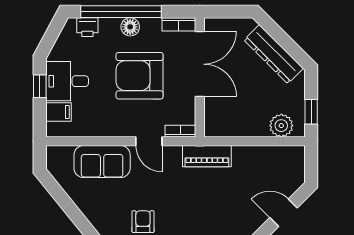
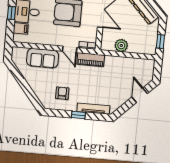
plant: (281, 126) -> (121, 45), moved
piano: (207, 156) -> (91, 60), moved
door: (284, 213) -> (140, 95), hinge flipped

